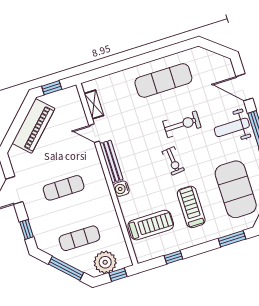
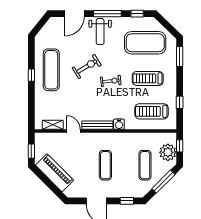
window: (149, 57) -> (31, 75), added
exercise bike: (182, 124) -> (87, 66), turned 59
door: (94, 133) -> (73, 131), swing flipped
treadmill: (151, 225) -> (152, 111), turned -90

